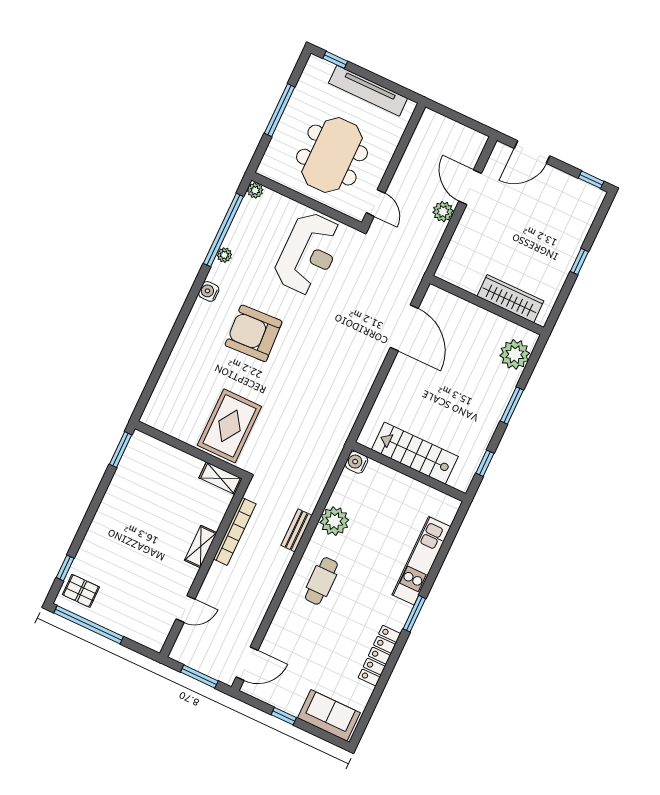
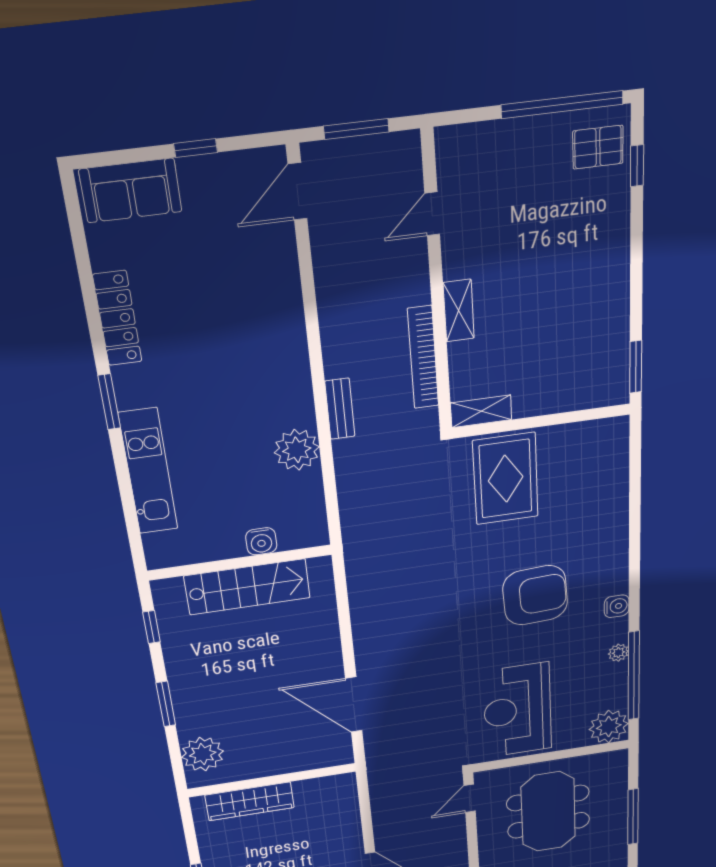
plant: (255, 190) -> (609, 727), width x1.88, depth x1.88
door: (376, 203) -> (470, 798), hinge flipped
plant: (443, 212) -> (387, 833), removed
water cooler: (357, 462) -> (261, 541), moved, turned 90
cafe table: (321, 581) -> (265, 366), removed

